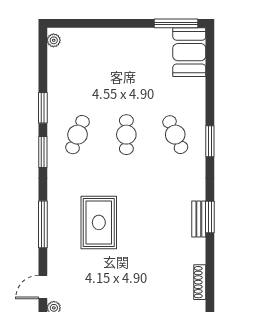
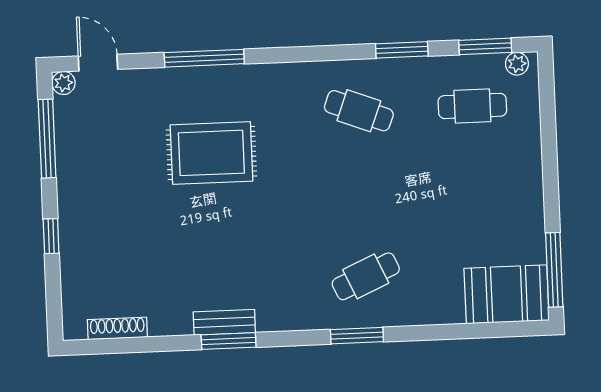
cafe table: (126, 135) -> (472, 106), moved
window: (43, 152) -> (485, 46), moved

